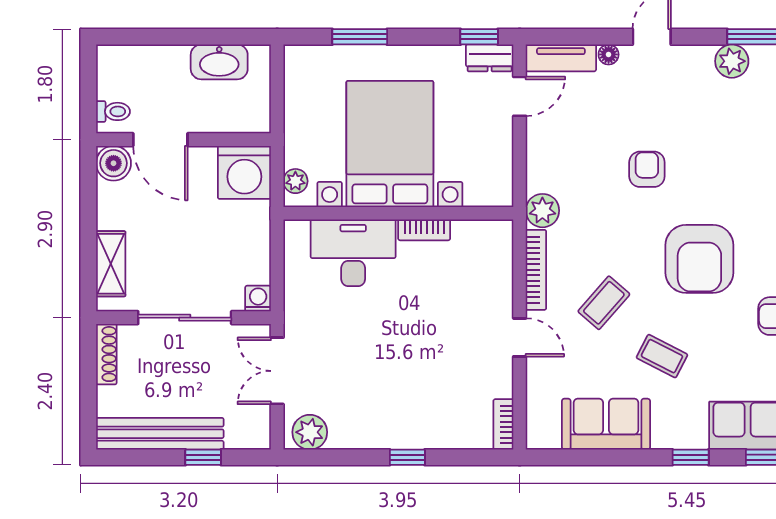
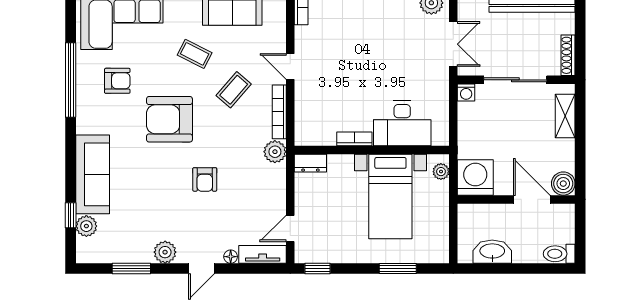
dresser: (490, 58) -> (310, 163), moved, turned 180
plant: (732, 61) -> (165, 252), moved
toilet: (113, 111) -> (559, 254), moved, width x1.37, depth x1.39
bed with nightstands: (390, 144) -> (390, 196), width x0.73
armchair: (699, 259) -> (169, 119), turned -90

